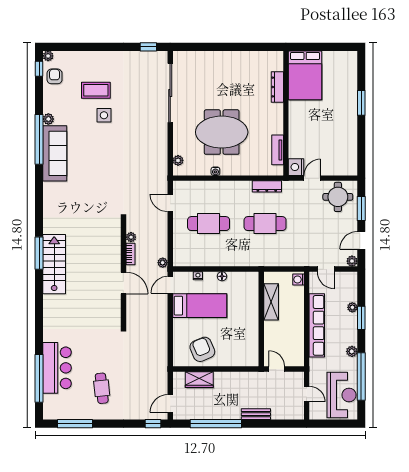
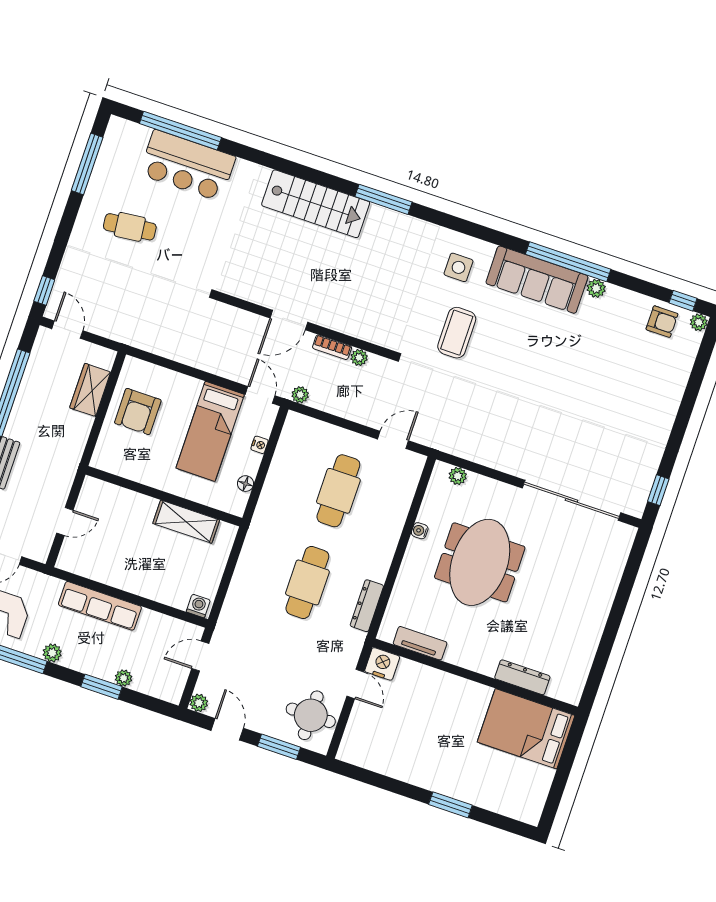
coffee table: (96, 90) -> (457, 333), moved
side table: (104, 115) -> (458, 267), moved
stairs: (54, 264) -> (316, 204), moved
shelving: (271, 302) -> (186, 522), moved
wall: (261, 319) -> (164, 496), moved
row of seats: (317, 325) -> (100, 606), width x0.73
armchair: (202, 349) -> (138, 412), turned 113

